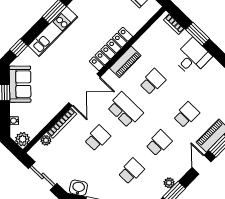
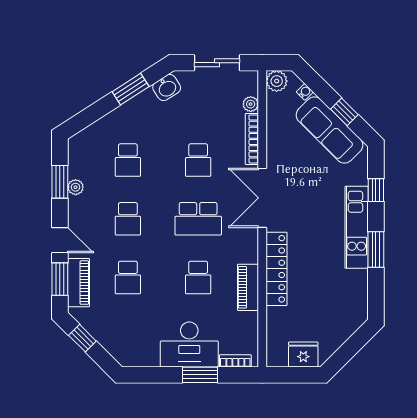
window: (19, 48) -> (376, 190), moved
desk: (192, 57) -> (189, 345), width x1.37
piano: (125, 62) -> (248, 287), moved
sofa: (20, 84) -> (330, 130), width x1.36

